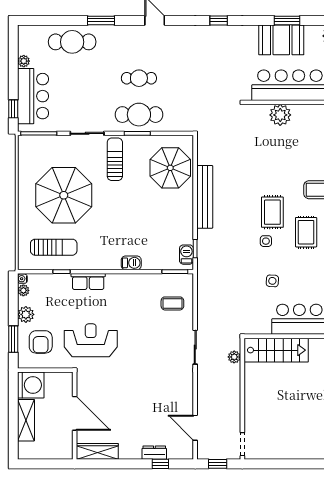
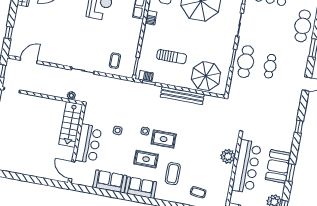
sun lounger: (115, 159) -> (172, 57), moved
barbecue: (131, 263) -> (151, 18), moved
dresser: (154, 453) -> (17, 30), removed

